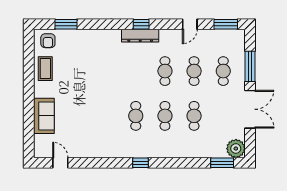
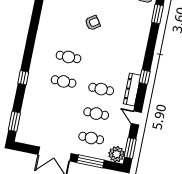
dresser: (140, 36) -> (132, 89), moved
armchair: (91, 96) -> (93, 23), added
cafe table: (194, 116) -> (59, 106), removed
plant: (236, 149) -> (116, 154), moved
window: (140, 163) -> (23, 78), moved

